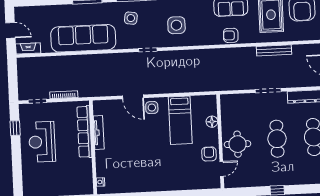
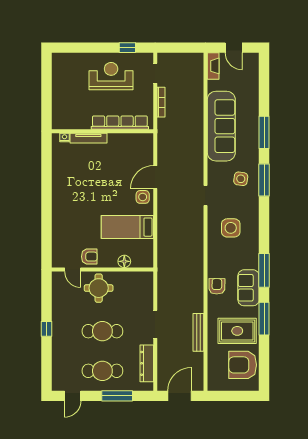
door: (10, 30) -> (234, 48), hinge flipped
tv unit: (99, 133) -> (88, 138), moved

